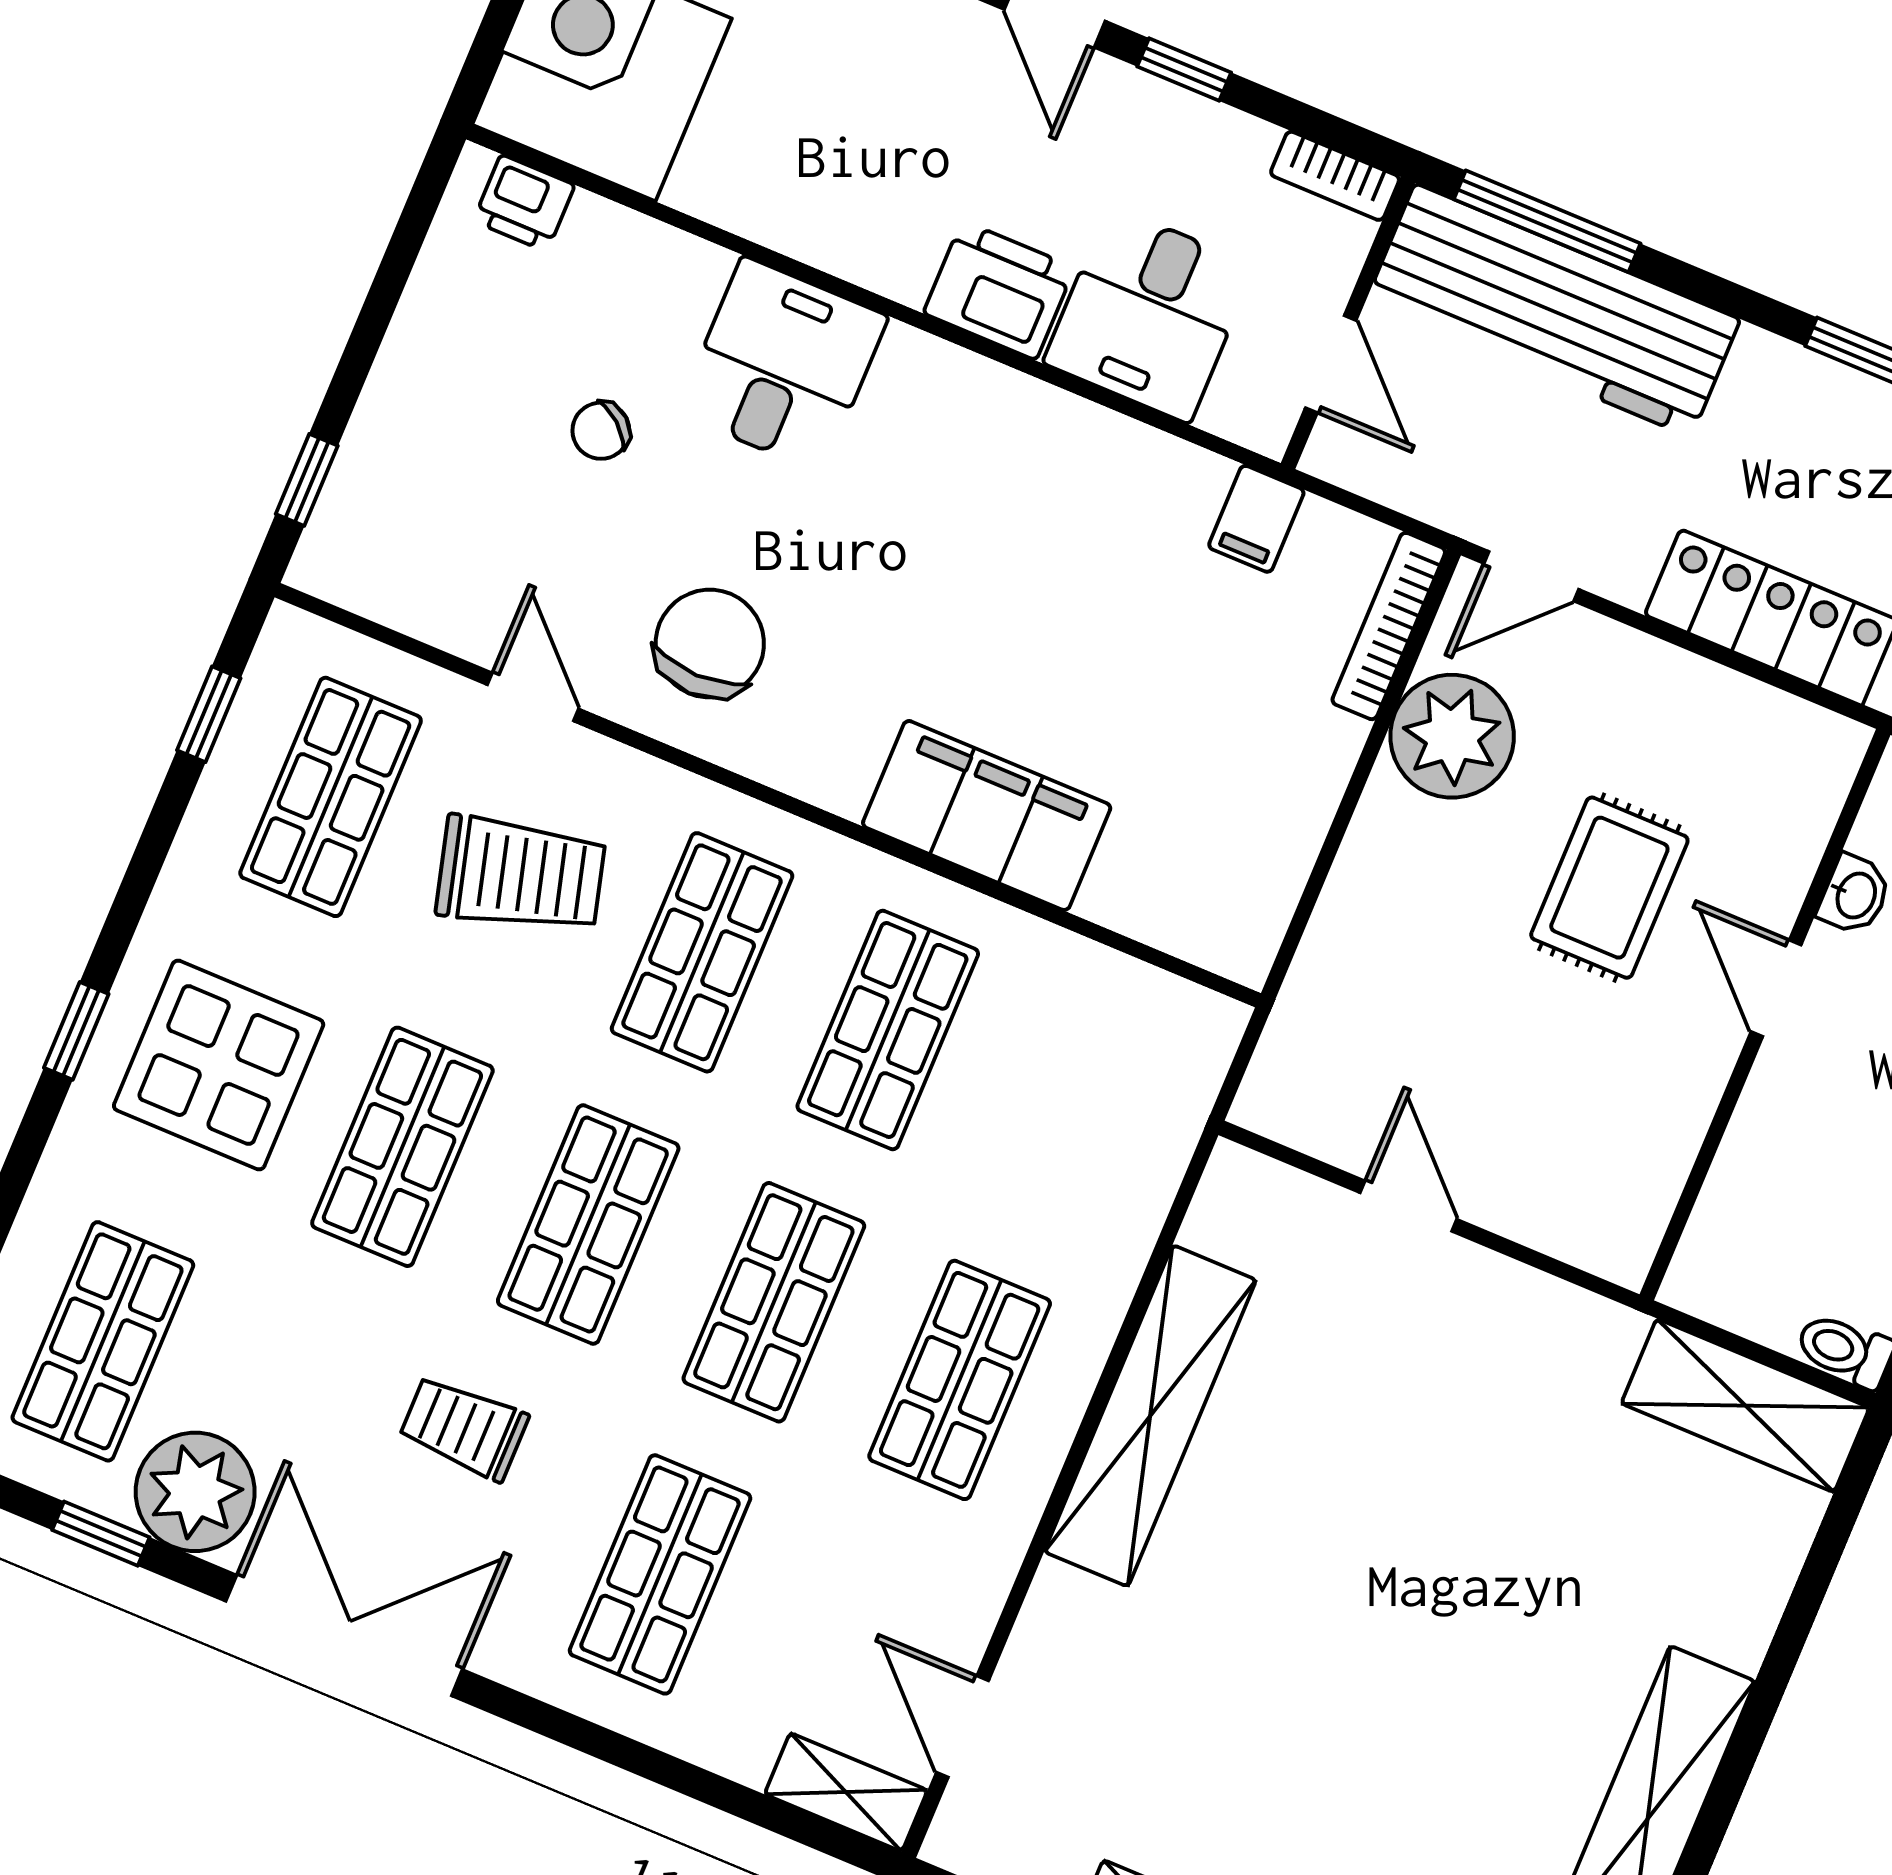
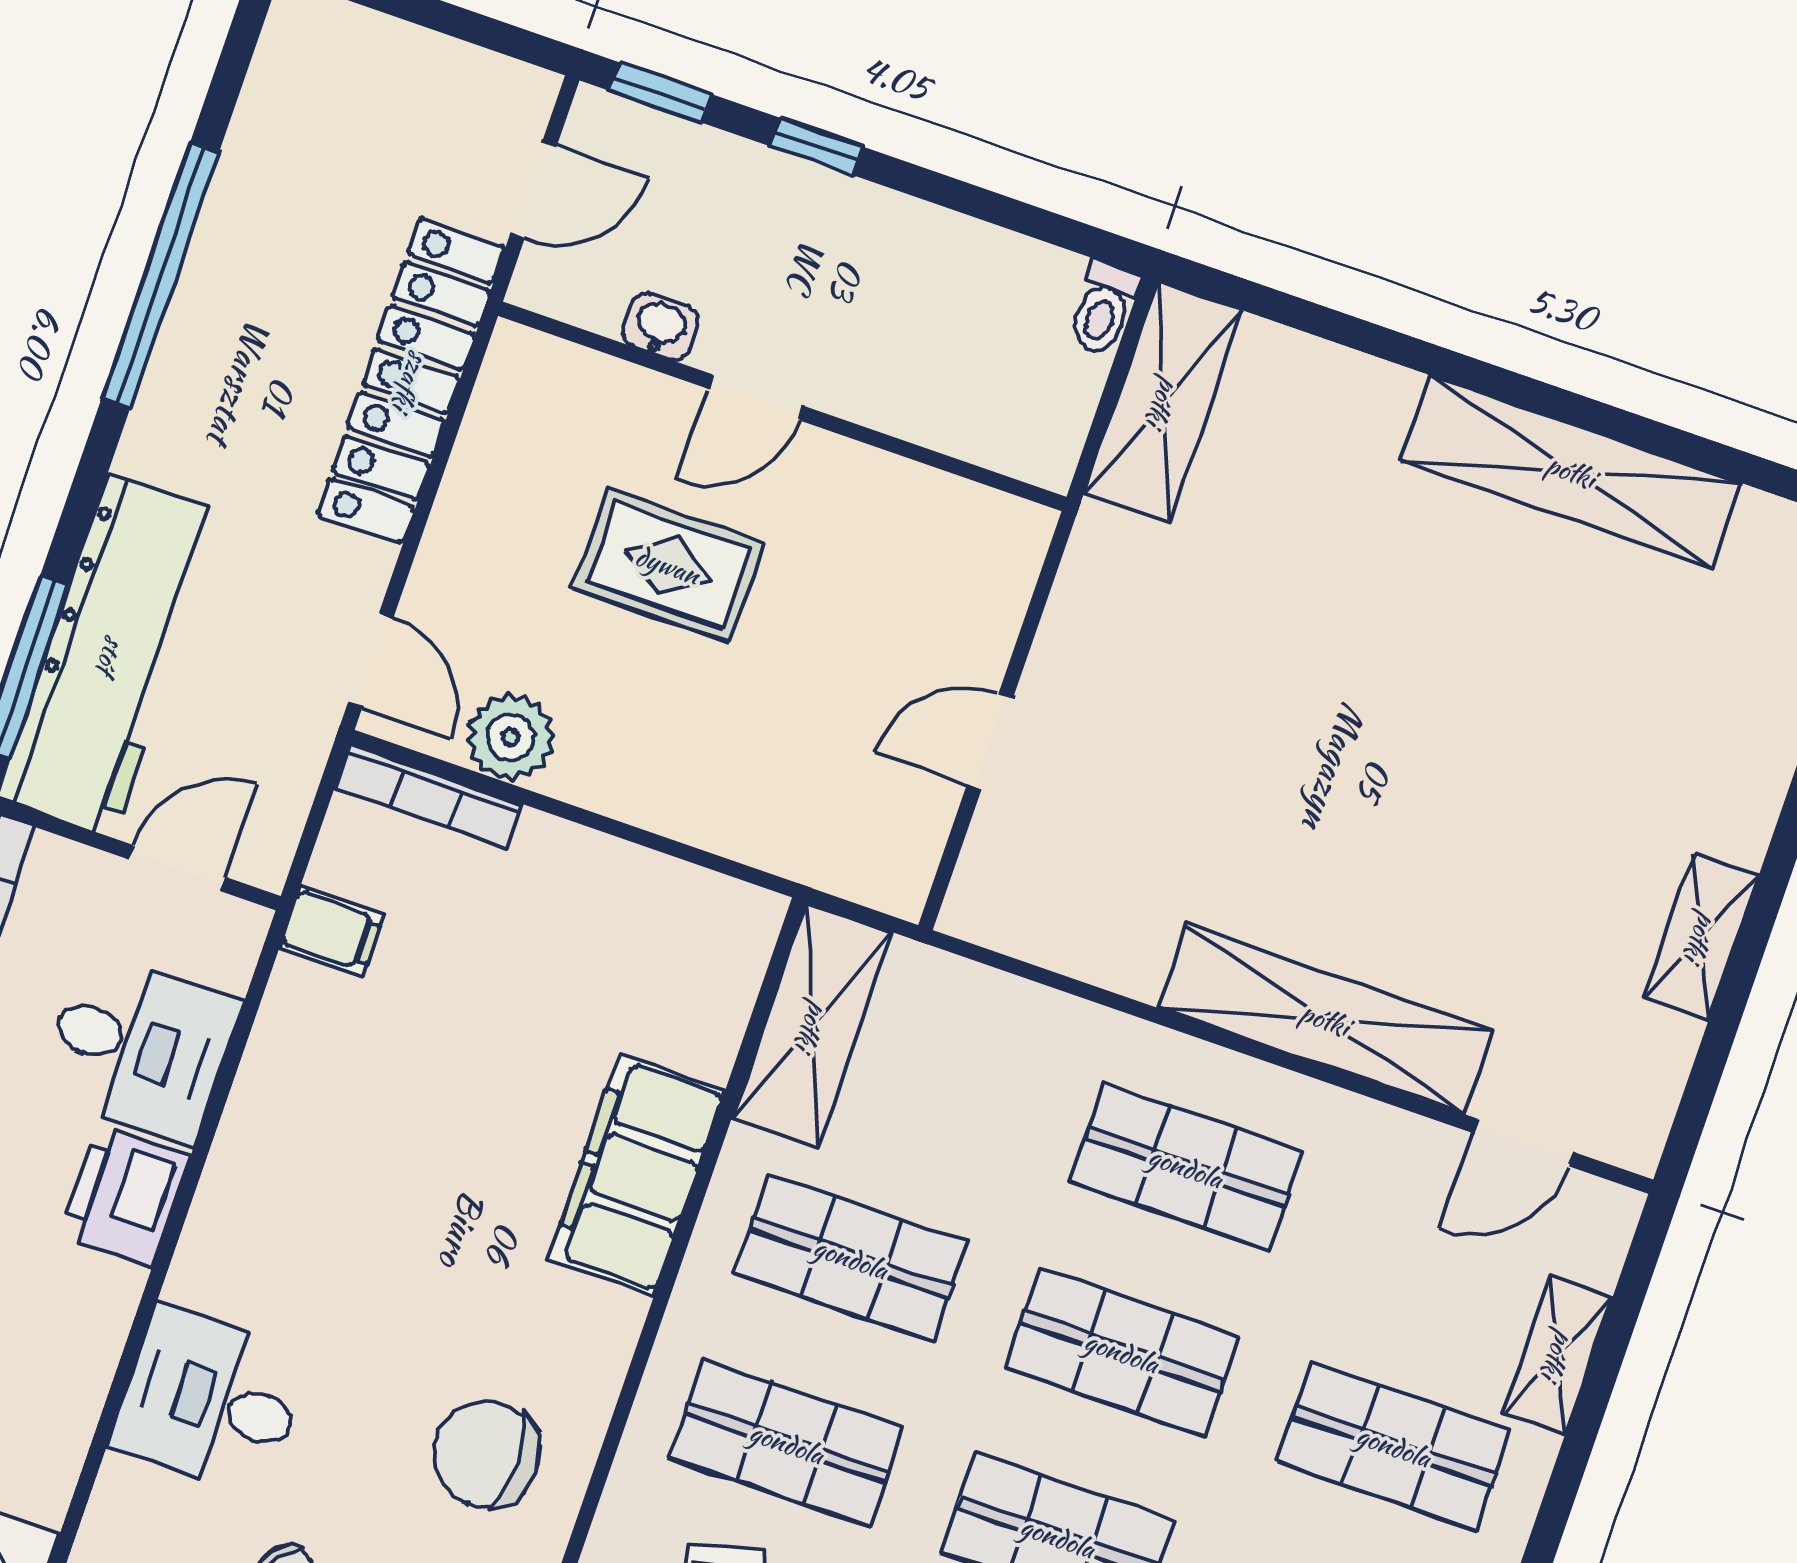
plant: (1452, 736) -> (510, 737), width x0.73, depth x0.73
shelving: (1128, 1005) -> (812, 1026), added
shelving: (1150, 1416) -> (1325, 1019), moved
shelving: (846, 1792) -> (1558, 1355), moved

